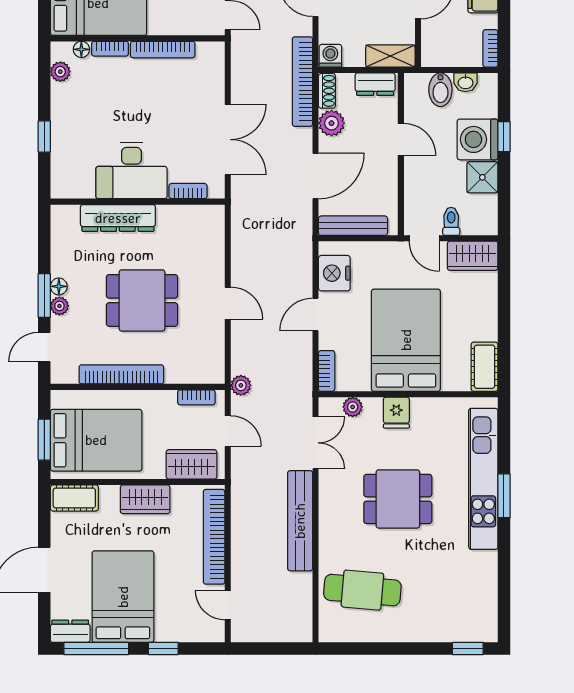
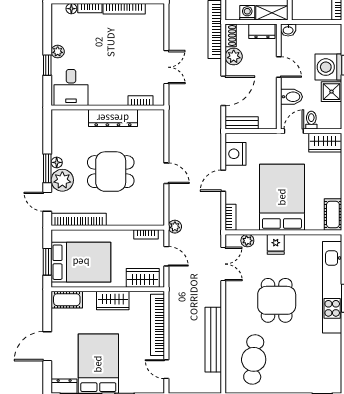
washing machine: (330, 56) -> (247, 13), moved
plant: (60, 72) -> (58, 52), moved
washbasin: (466, 82) -> (288, 30), moved
bidet: (440, 90) -> (291, 97), moved, turned -90
double door: (228, 140) -> (166, 67), width x0.73
desk: (131, 171) -> (71, 87), moved, width x0.73
dresser: (118, 218) -> (113, 118), moved
bench: (353, 226) -> (242, 123), width x0.73
door: (424, 238) -> (294, 131), swing flipped
plant: (59, 306) -> (62, 180), width x1.87, depth x1.87
door: (44, 347) -> (47, 202), hinge flipped
bookcase: (121, 374) -> (79, 219), moved
dining table: (398, 499) -> (277, 300), turned 90
bench: (300, 521) -> (213, 340), moved
cafe table: (362, 590) -> (254, 359), turned 90

